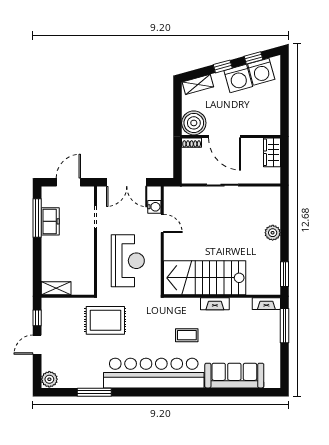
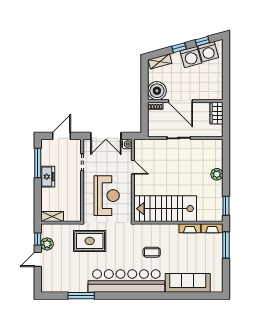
water cooler: (154, 207) -> (127, 144), moved
freezer: (50, 221) -> (48, 177), moved
fireplace: (215, 304) -> (190, 228), moved
plant: (49, 379) -> (47, 244), moved

